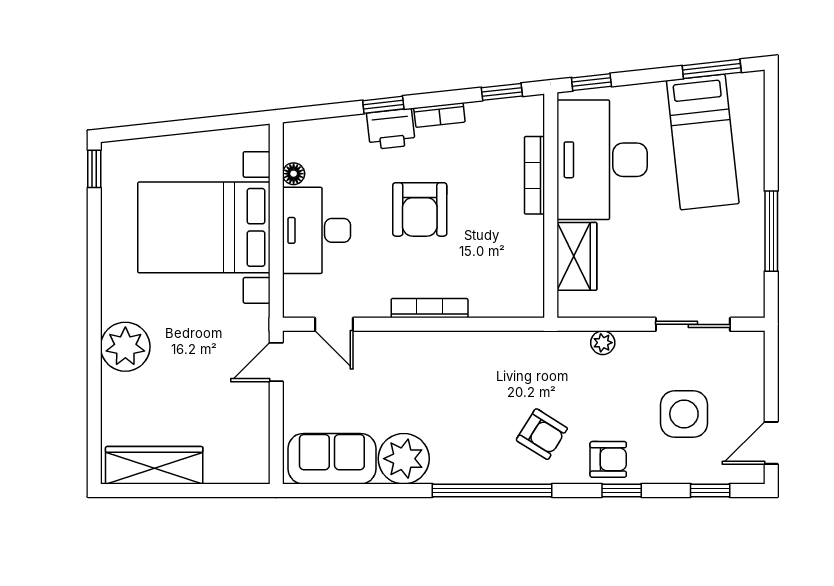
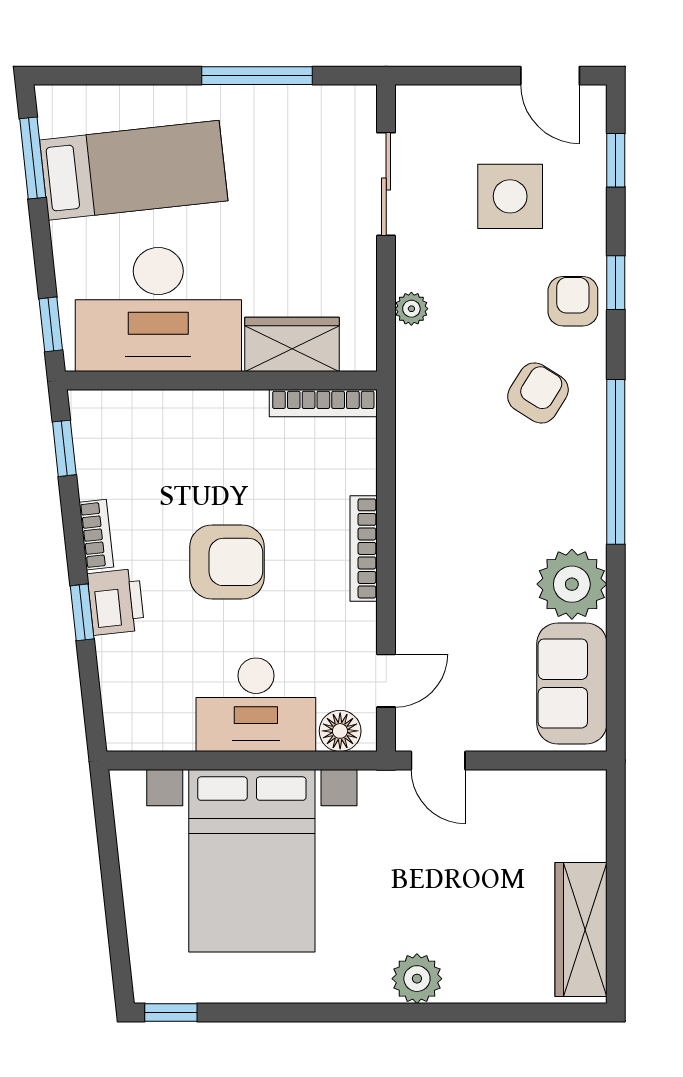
floor lamp: (294, 174) -> (340, 731), moved, width x1.37, depth x1.37
bookcase: (534, 175) -> (323, 403), moved
plant: (125, 347) -> (417, 979), width x0.73, depth x0.73

